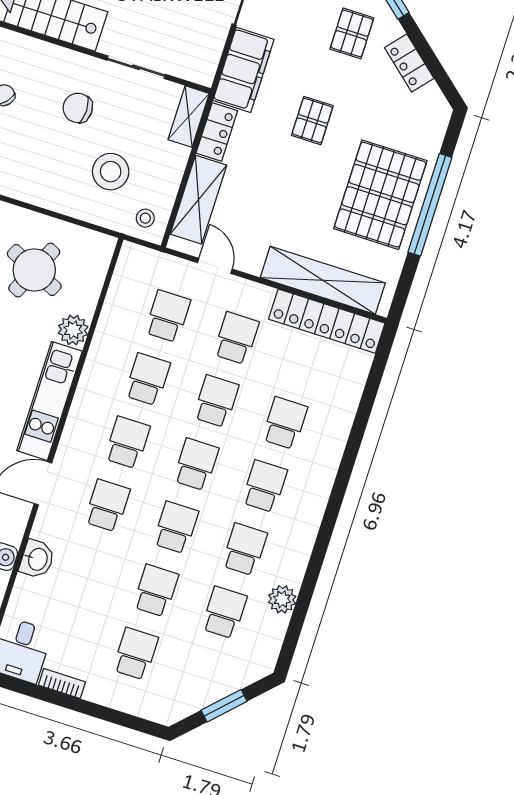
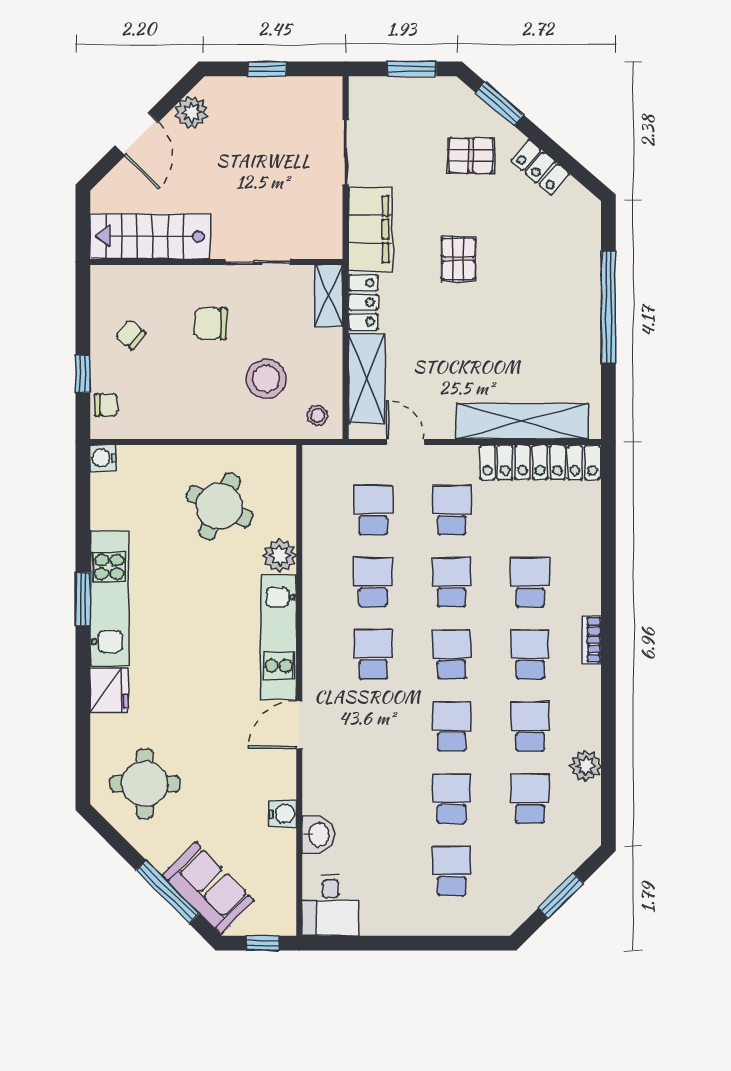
pallet: (352, 33) -> (471, 155), turned 90
pallet: (380, 195) -> (554, 313), removed
school desk: (107, 506) -> (373, 726), removed
washbasin: (37, 559) -> (318, 835), moved
bookcase: (62, 684) -> (592, 640), moved, turned -90

